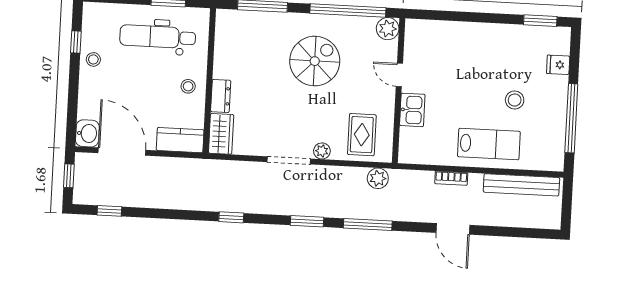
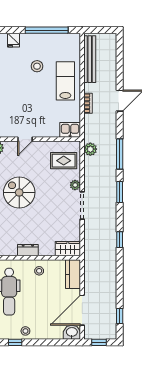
dresser: (221, 96) -> (28, 250), moved
kitchen sink: (412, 110) -> (70, 130), moved

